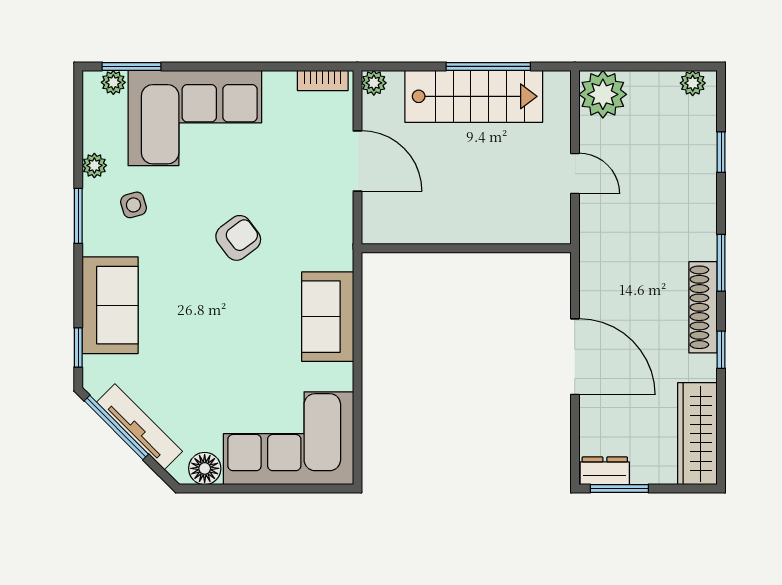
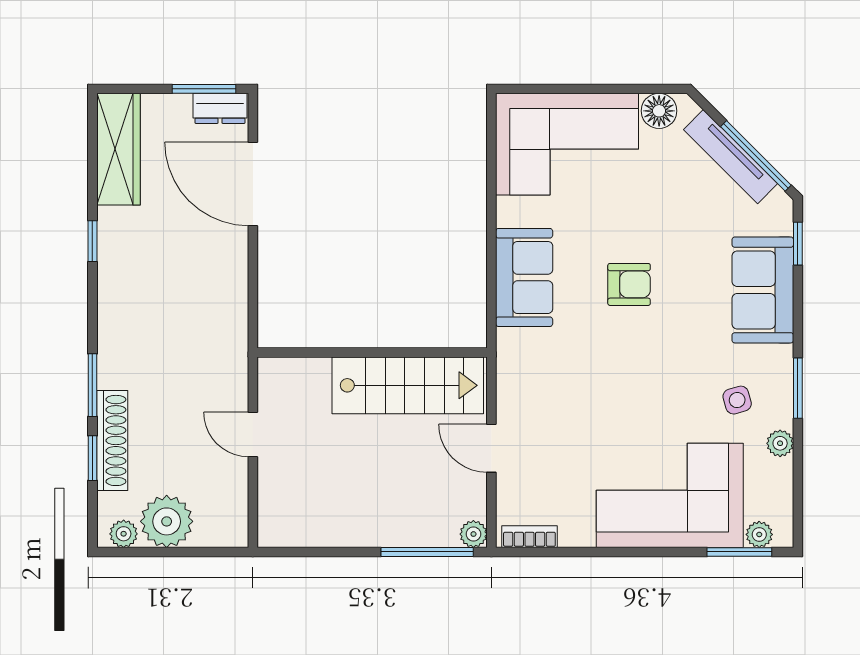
window: (488, 66) -> (427, 552), moved
plant: (603, 94) -> (167, 521), moved
stairs: (474, 96) -> (408, 385), moved, turned 180
door: (357, 161) -> (491, 448), width x0.73
armchair: (238, 238) -> (629, 284), moved, turned -143
window: (721, 263) -> (92, 385), moved
shoe rack: (703, 307) -> (112, 440), moved
door: (575, 357) -> (253, 184), moved

